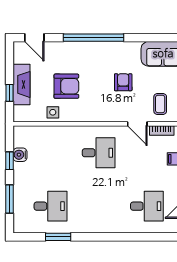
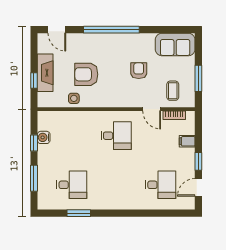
armchair: (66, 86) -> (86, 74), turned 180

